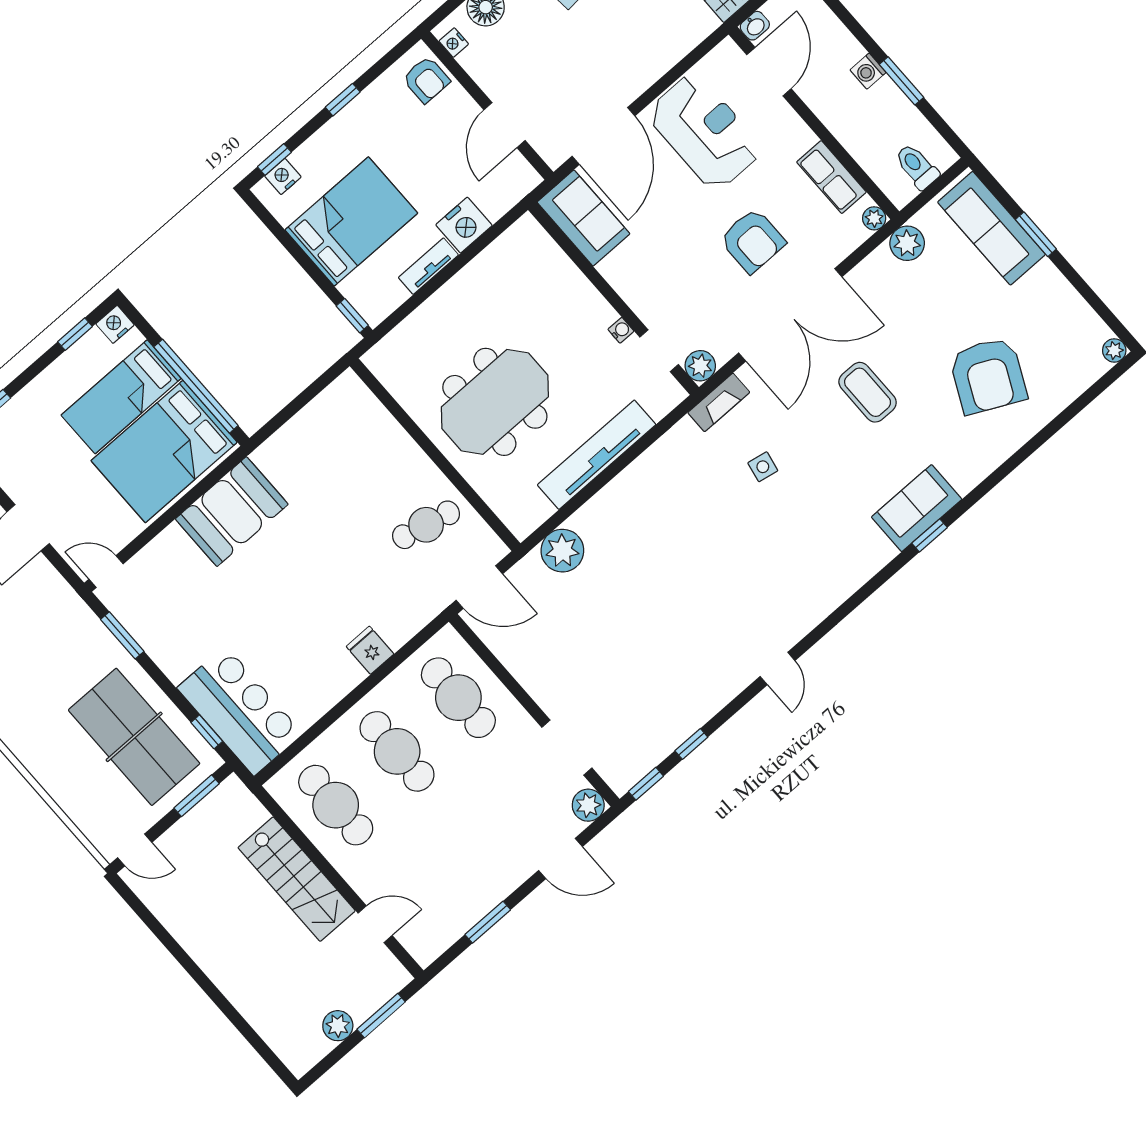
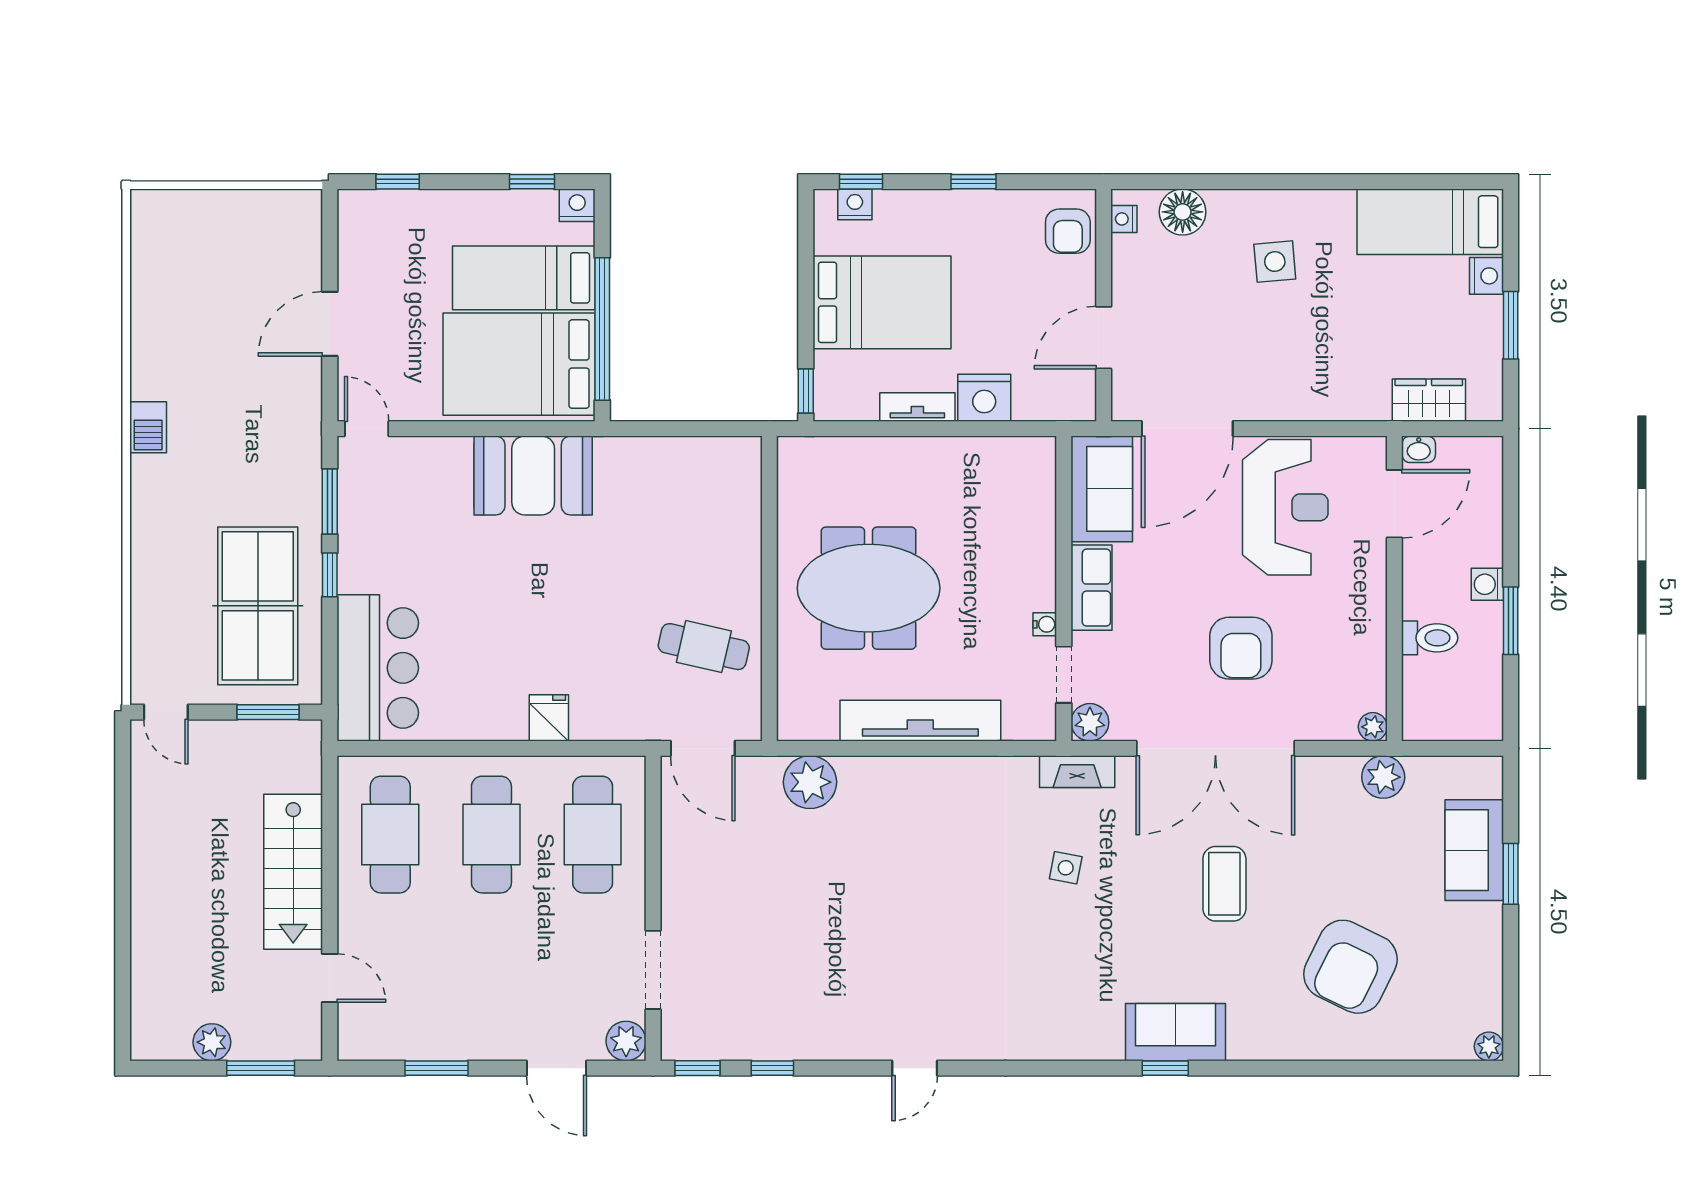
toilet: (917, 167) -> (1430, 638), moved, turned 90
row of seats: (831, 177) -> (1091, 588), moved, turned 180
sofa: (991, 228) -> (1474, 850), width x0.73
window: (207, 732) -> (330, 575), moved

